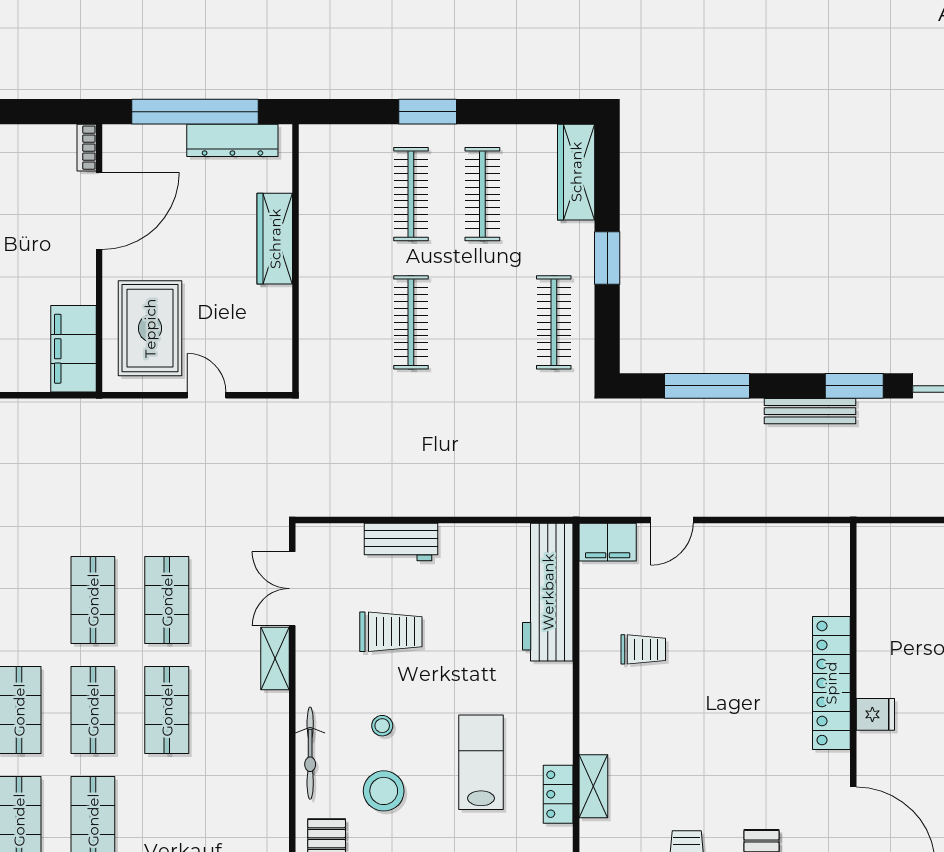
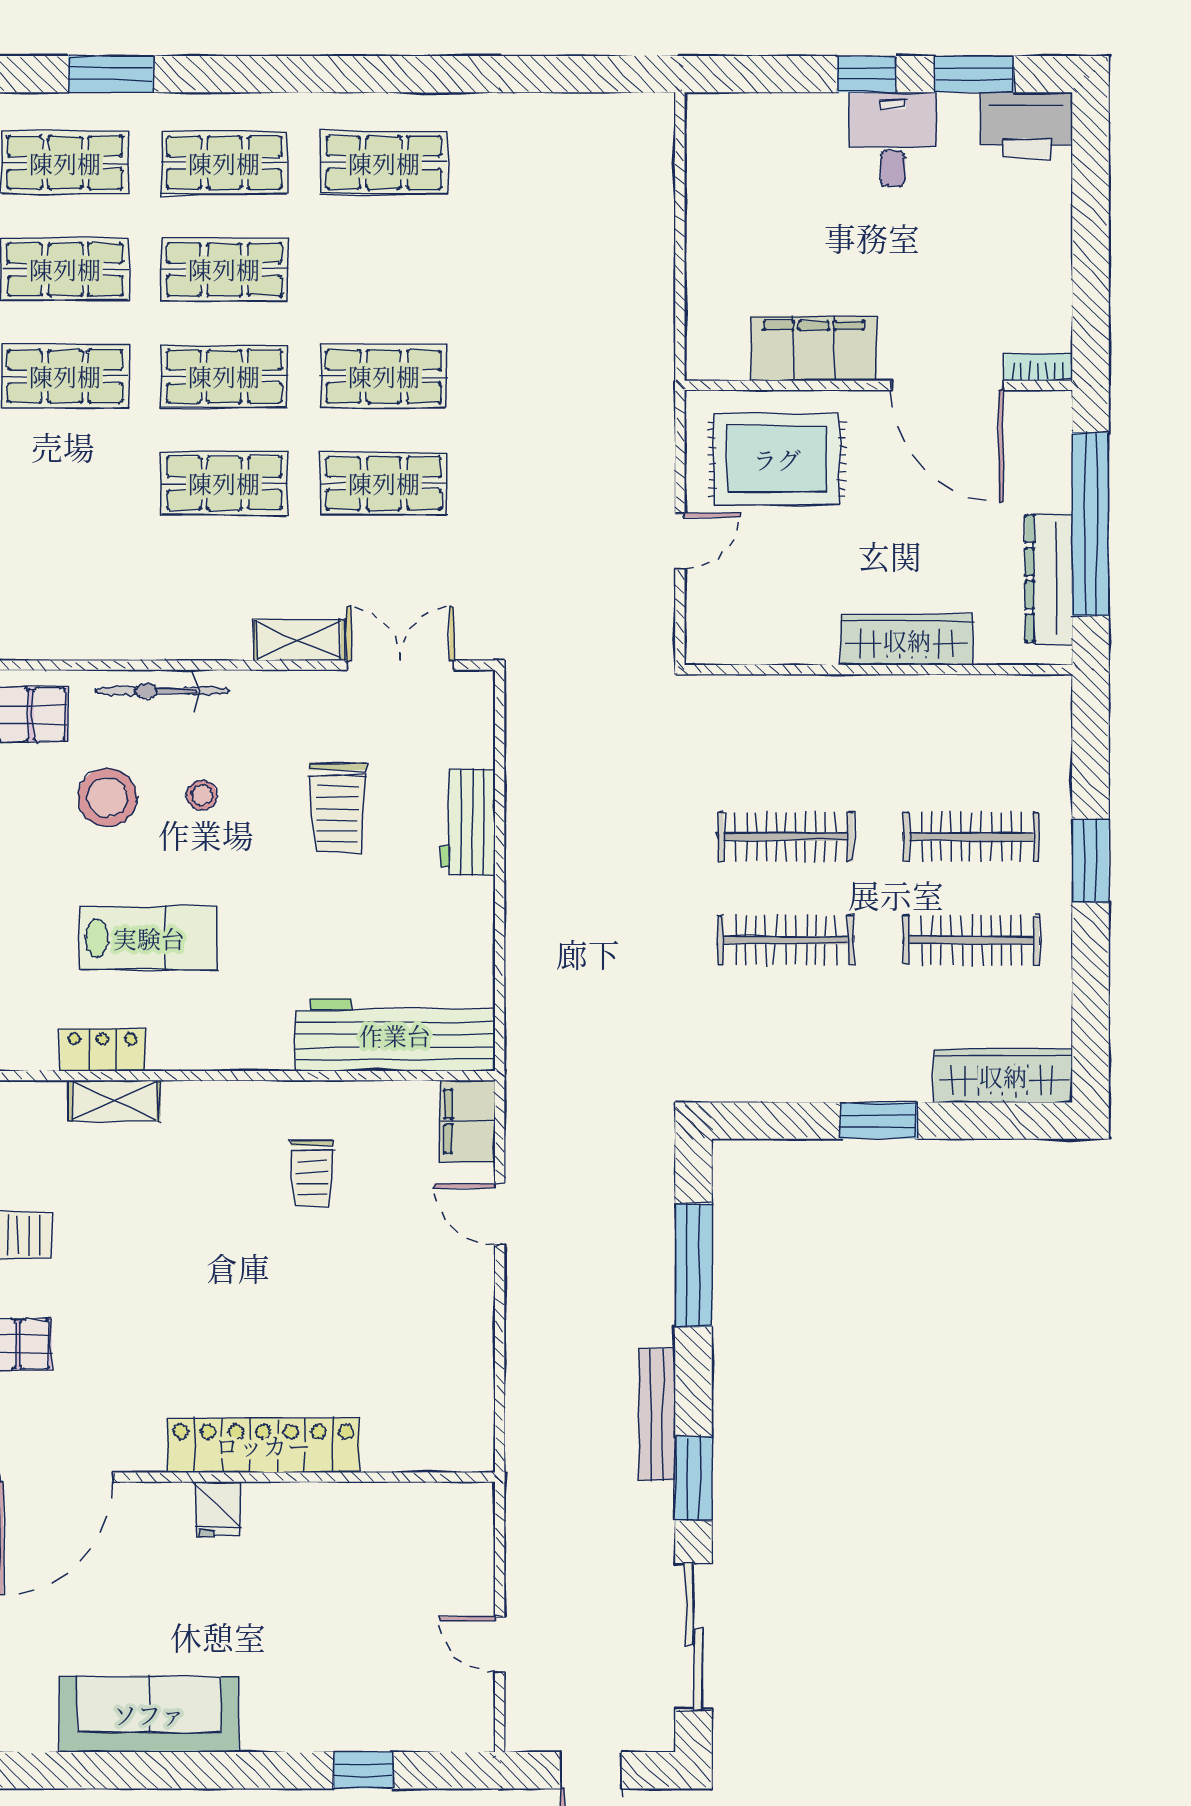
clothes rail: (554, 322) -> (786, 940), moved
filing cabinet: (73, 349) -> (814, 348), moved

